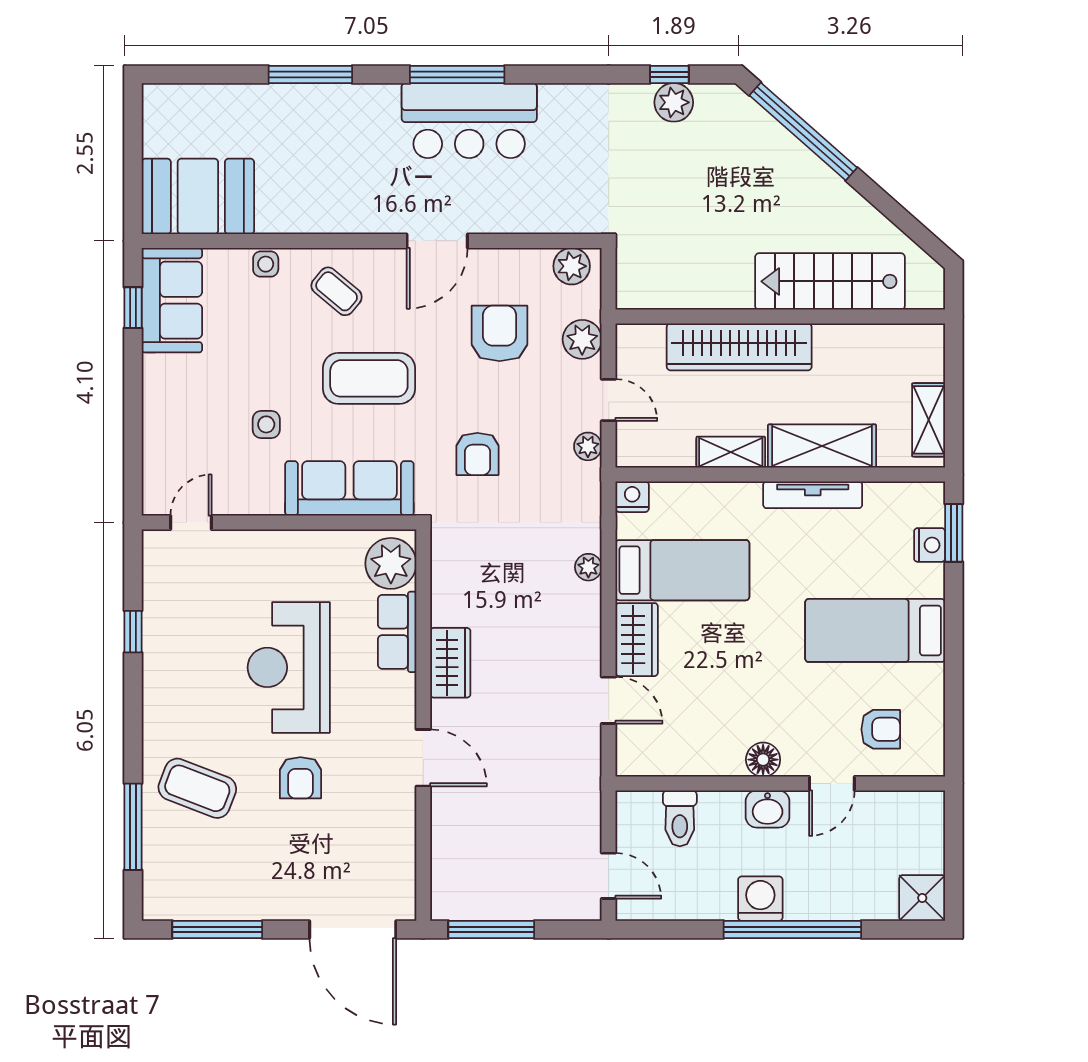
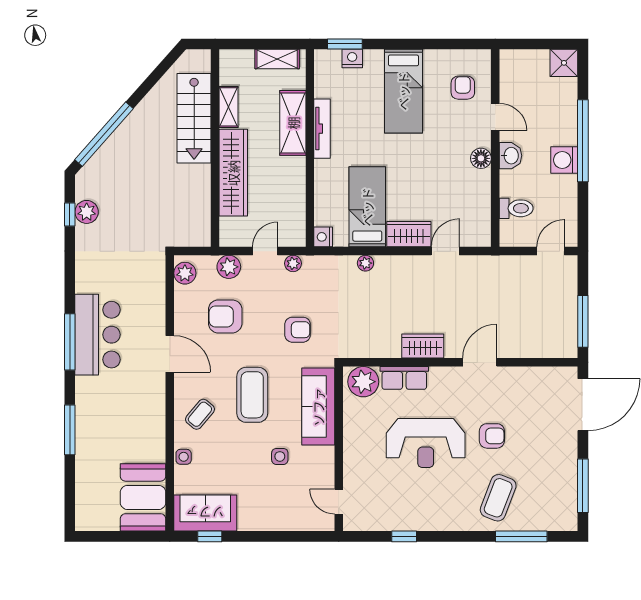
shelving: (731, 452) -> (229, 107), moved

